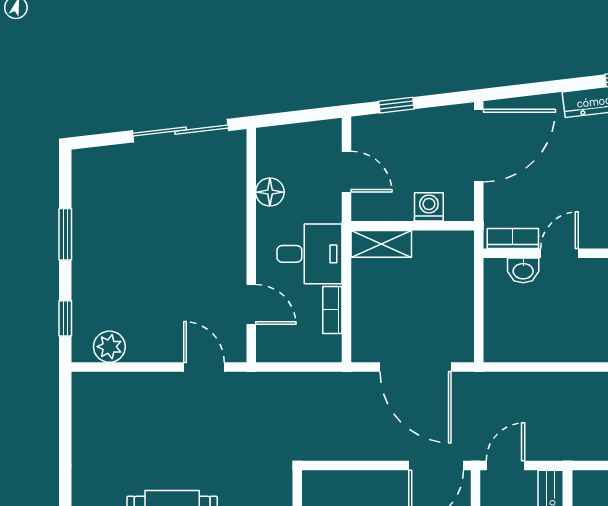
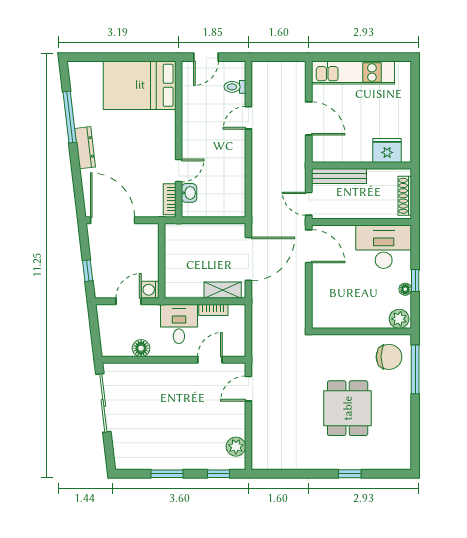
washing machine: (429, 207) -> (150, 290), moved
shelving: (381, 244) -> (223, 290), moved, turned 90
door: (559, 253) -> (179, 171), swing flipped

